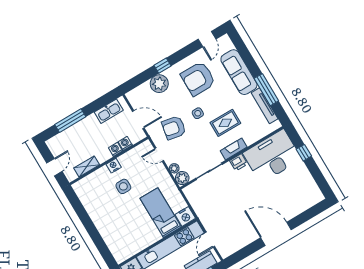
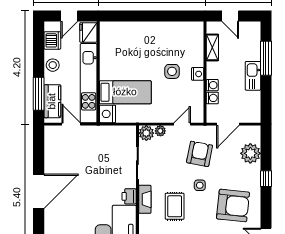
armchair: (198, 79) -> (233, 206), turned 96
plant: (159, 84) -> (250, 153), moved
kitchen sink: (109, 111) -> (253, 76), moved

